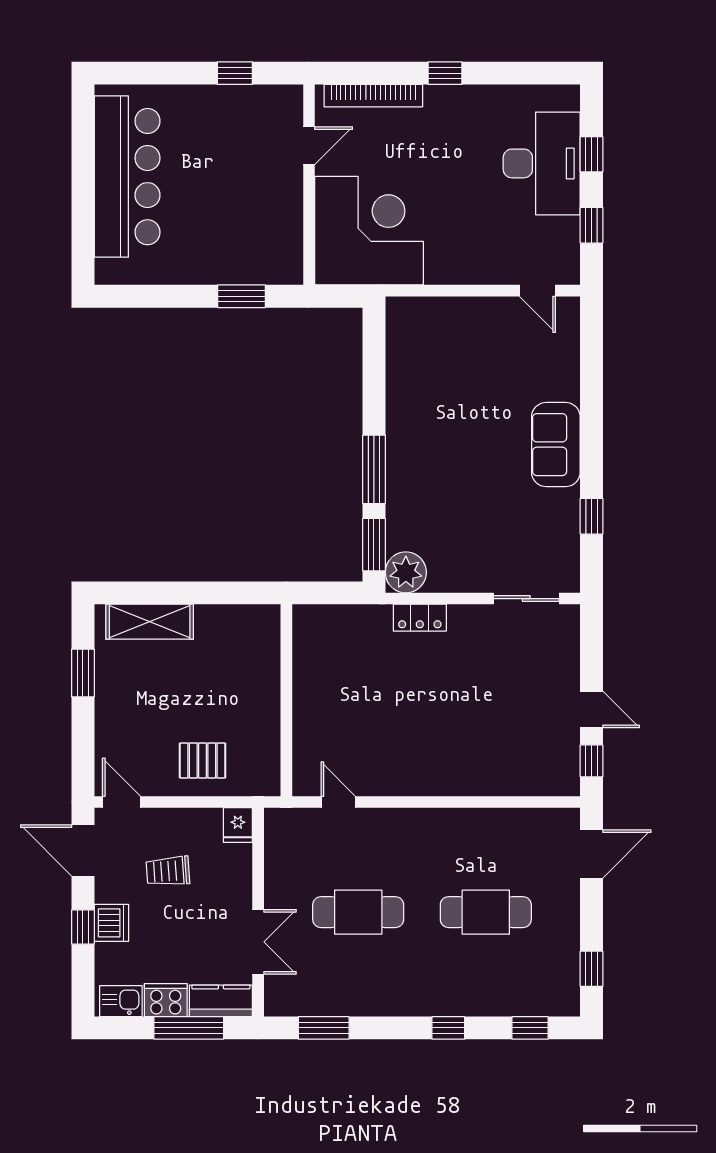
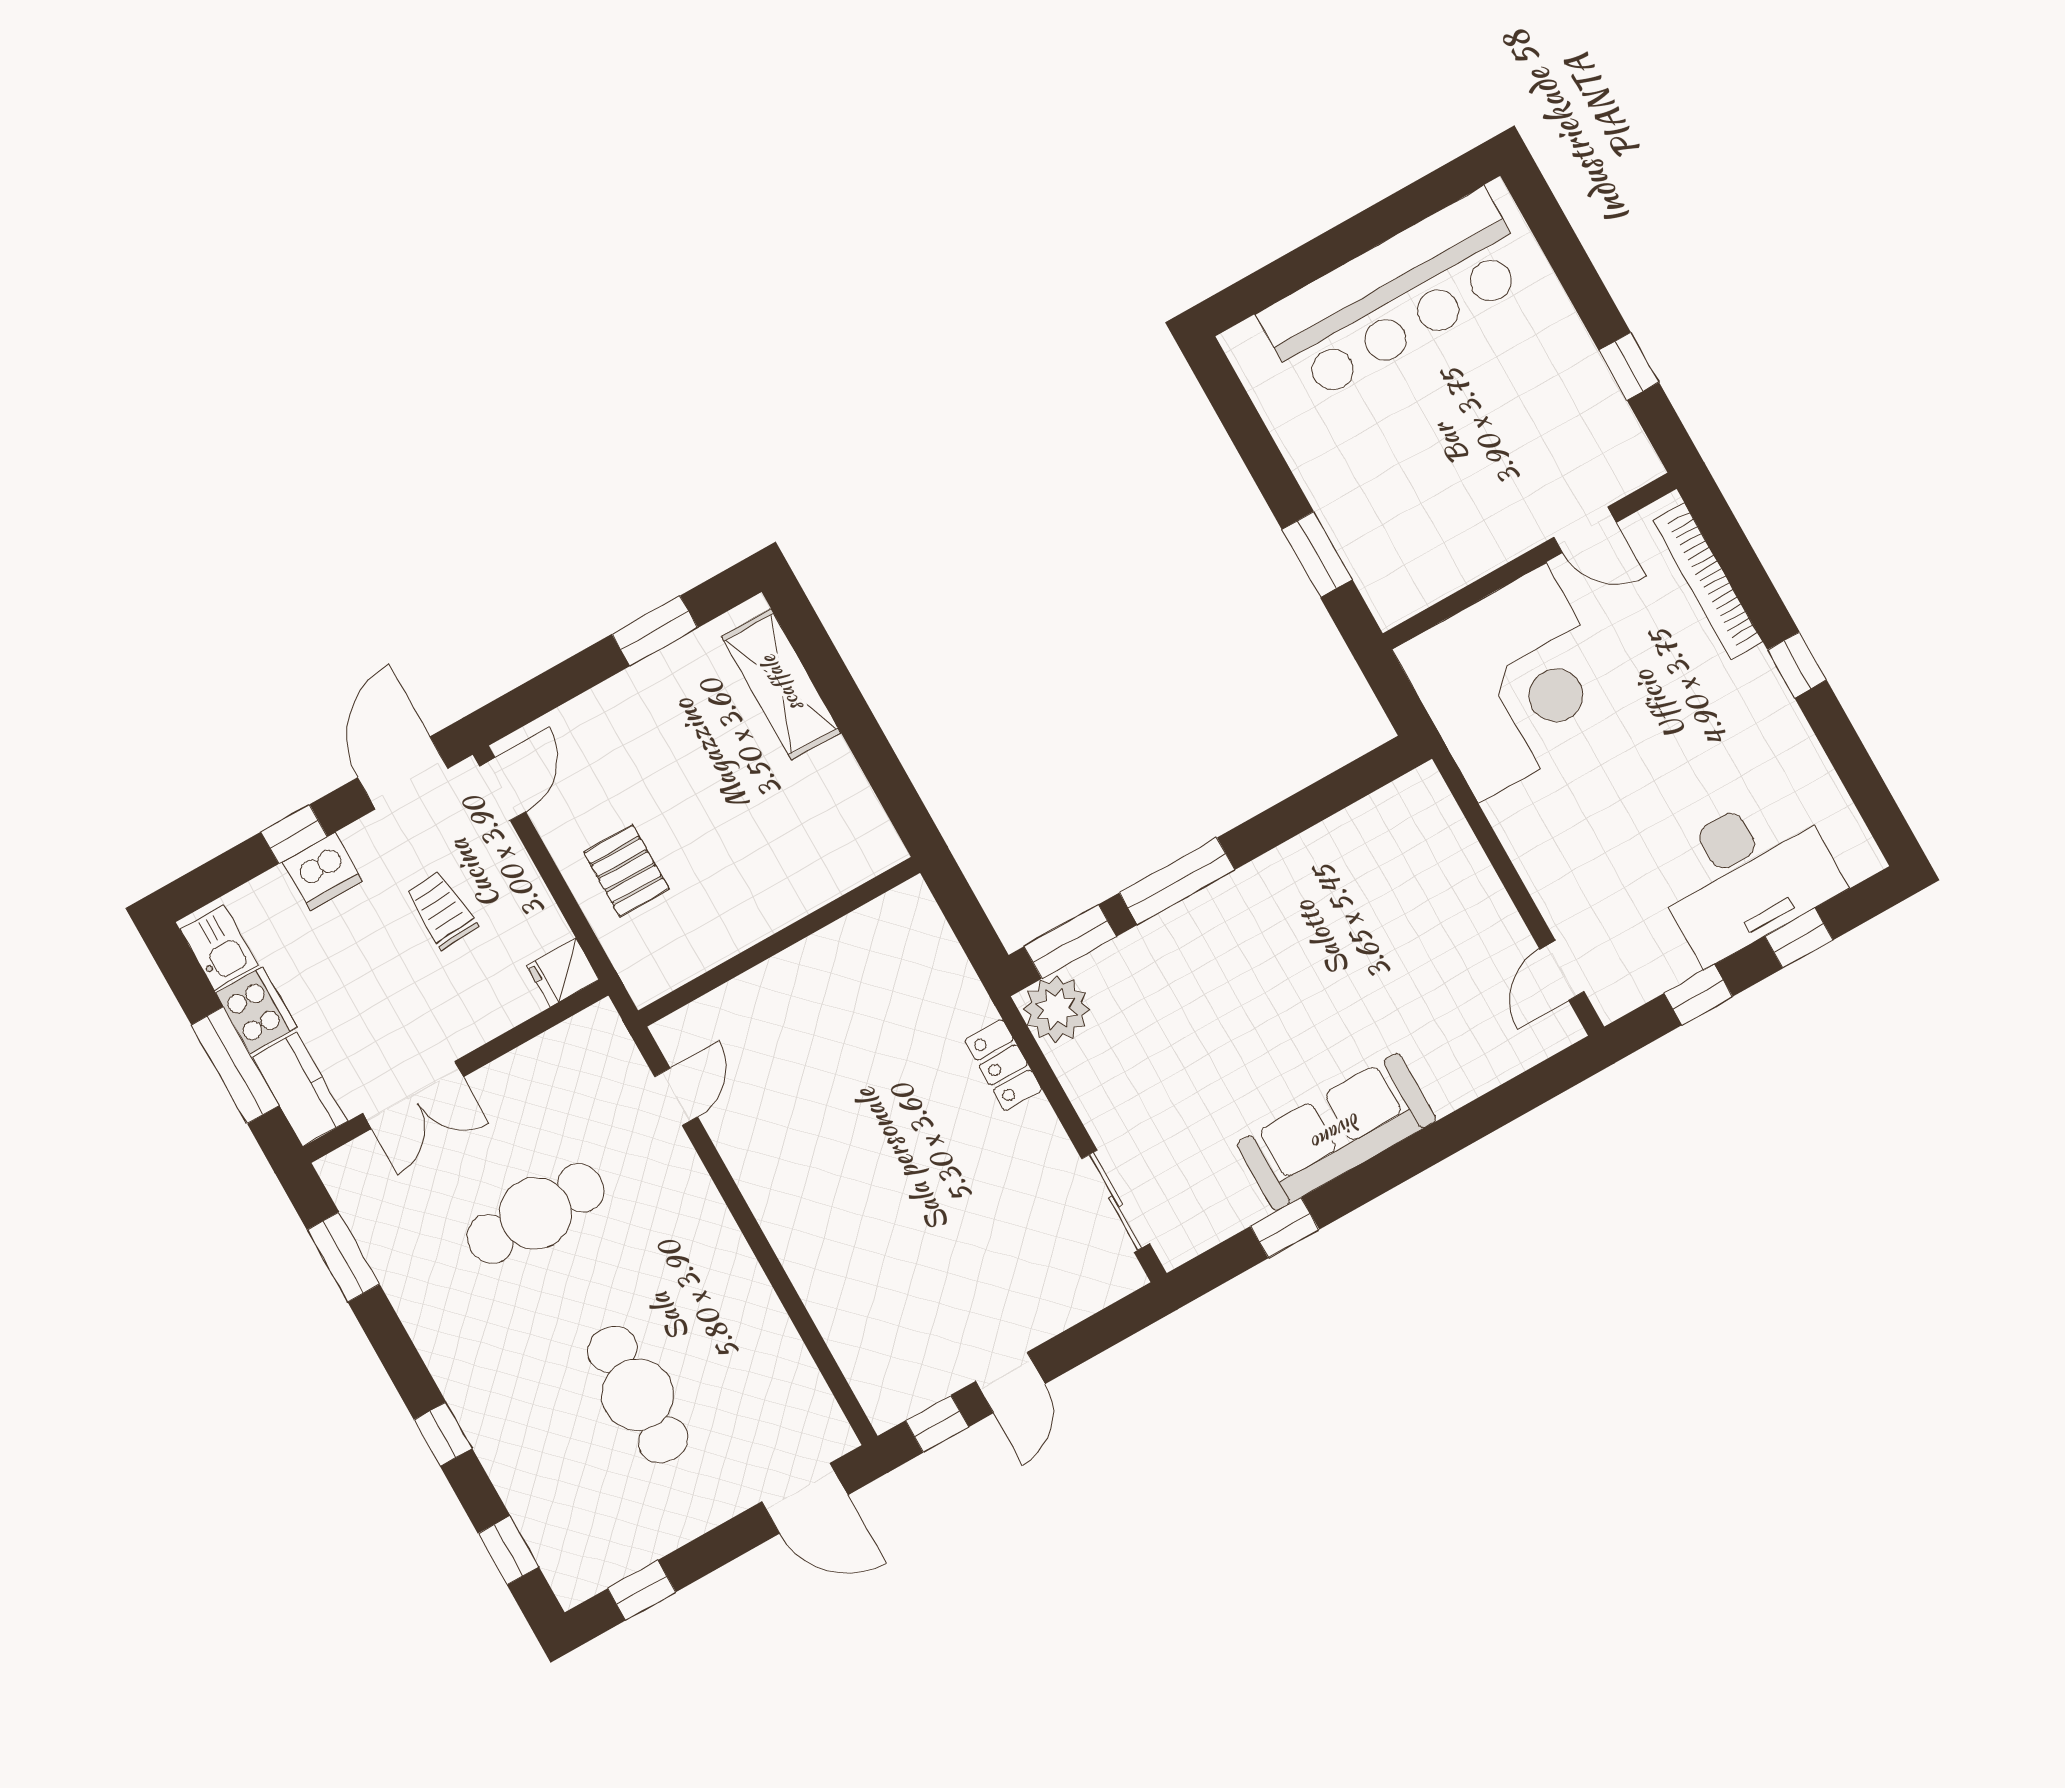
sofa: (556, 445) -> (1337, 1132), width x1.36
cafe table: (358, 912) -> (535, 1213), turned 90

